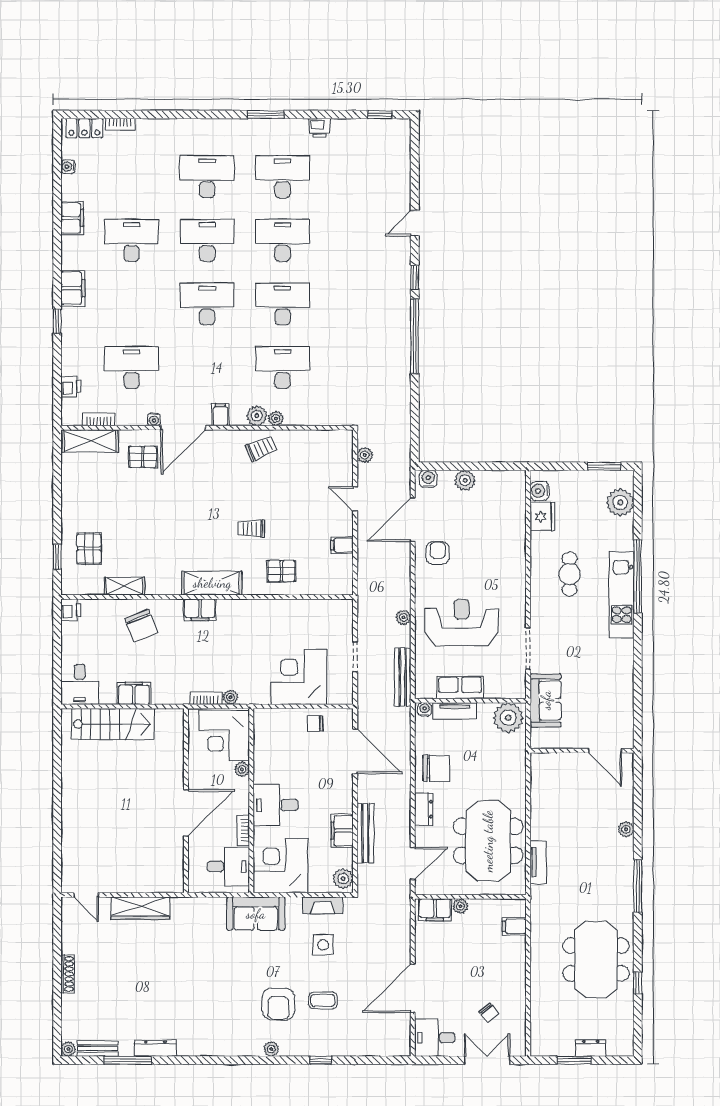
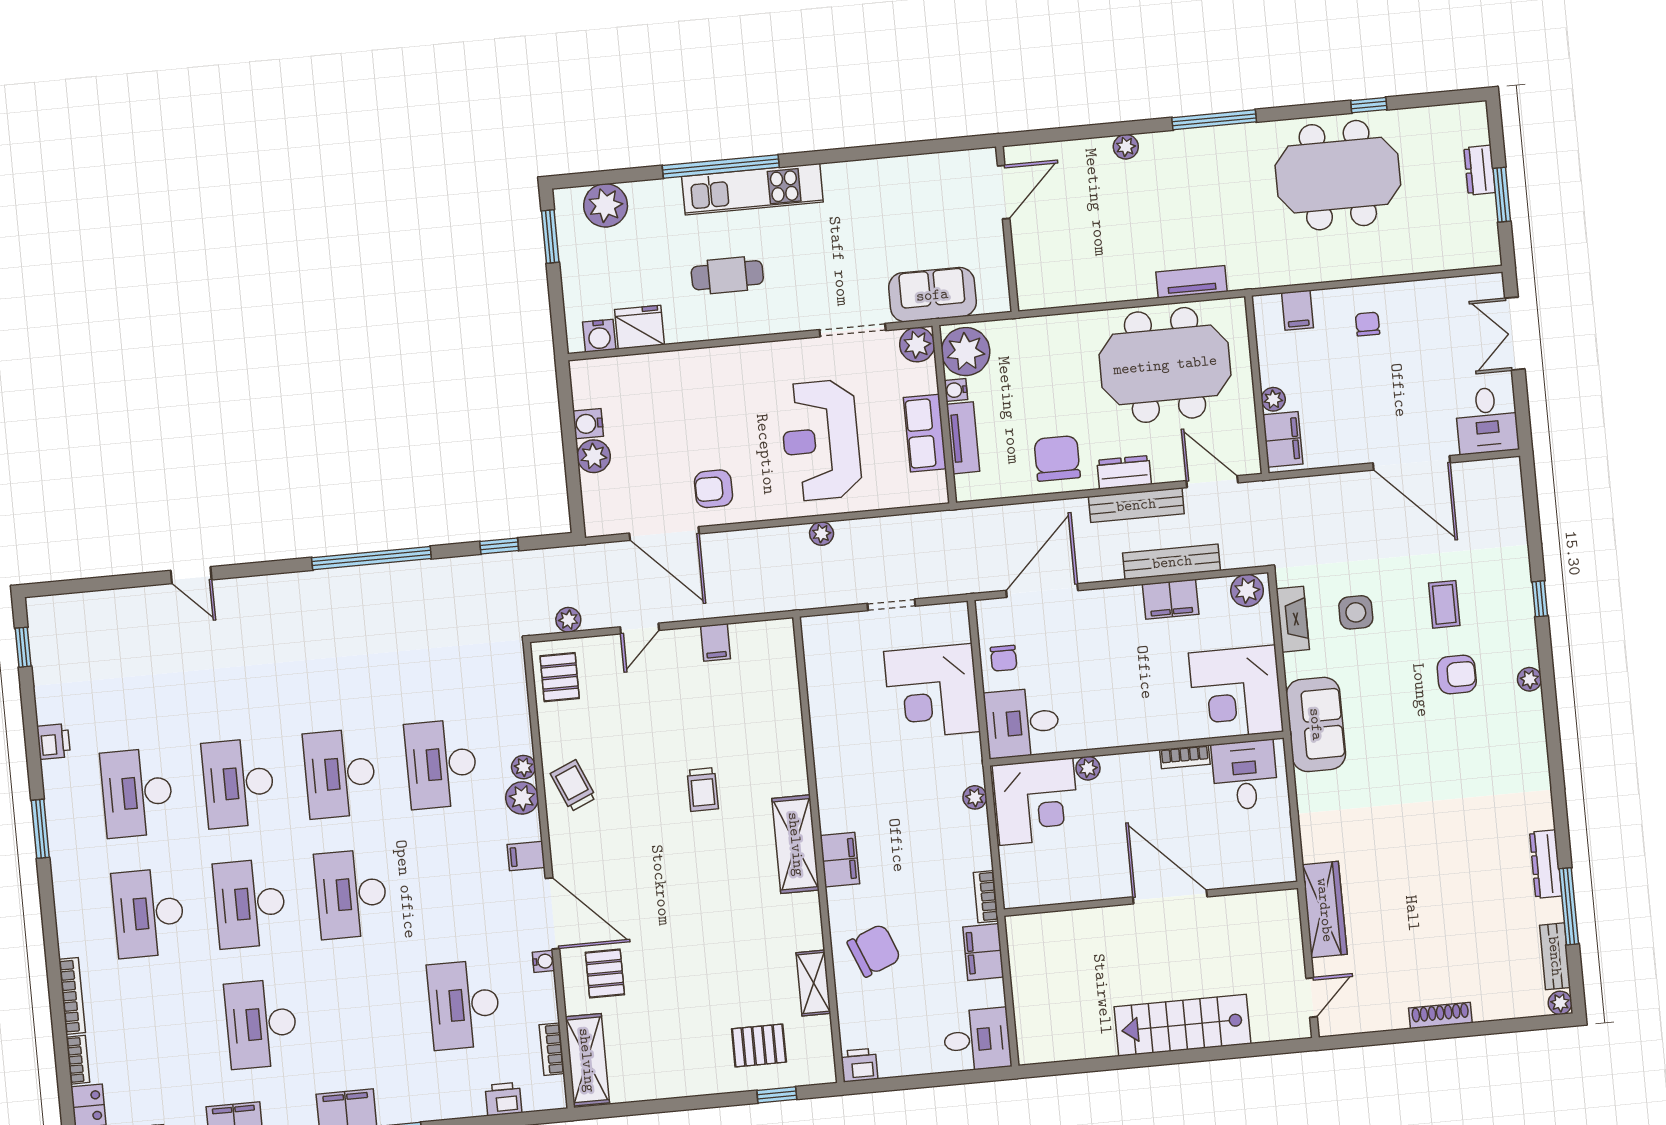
bookcase: (160, 124) -> (72, 996), added
window: (415, 277) -> (499, 546), moved
water cooler: (428, 479) -> (588, 424), moved
pallet: (281, 571) -> (560, 677), moved
bench: (403, 677) -> (1136, 505), moved
plant: (515, 688) -> (917, 345), added
bookcase: (206, 698) -> (986, 897), moved
water cooler: (425, 709) -> (956, 390), moved
stairs: (113, 724) -> (1183, 1025), moved, turned -90
wall: (186, 801) -> (1151, 899), moved
desk: (276, 805) -> (1022, 723), moved, turned 90
door: (186, 813) -> (1170, 897), moved
armchair: (279, 1004) -> (1457, 674), width x0.72, depth x0.72
chair: (489, 1013) -> (1368, 324), moved, turned -51

